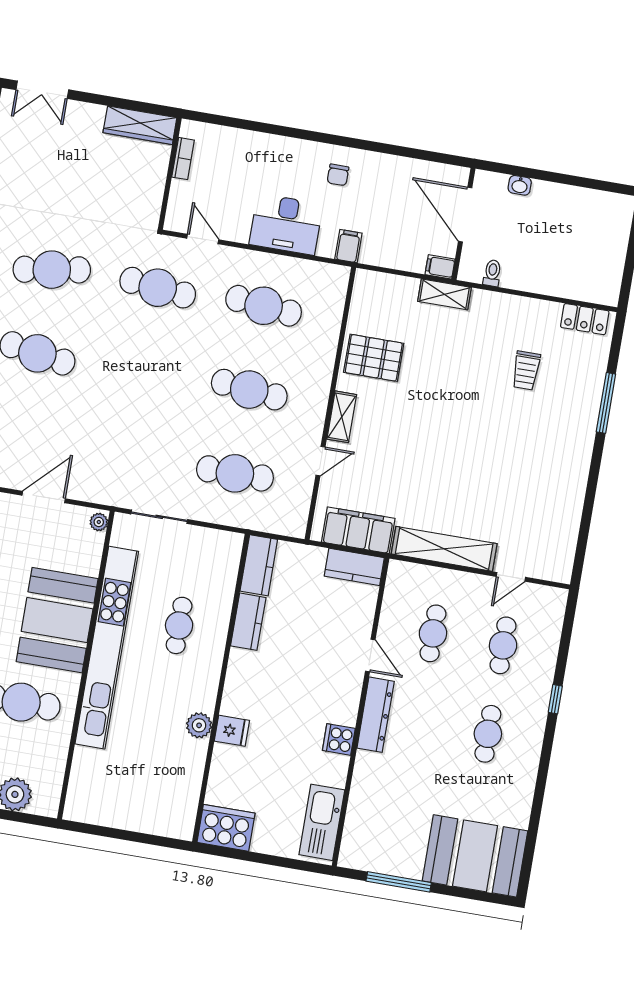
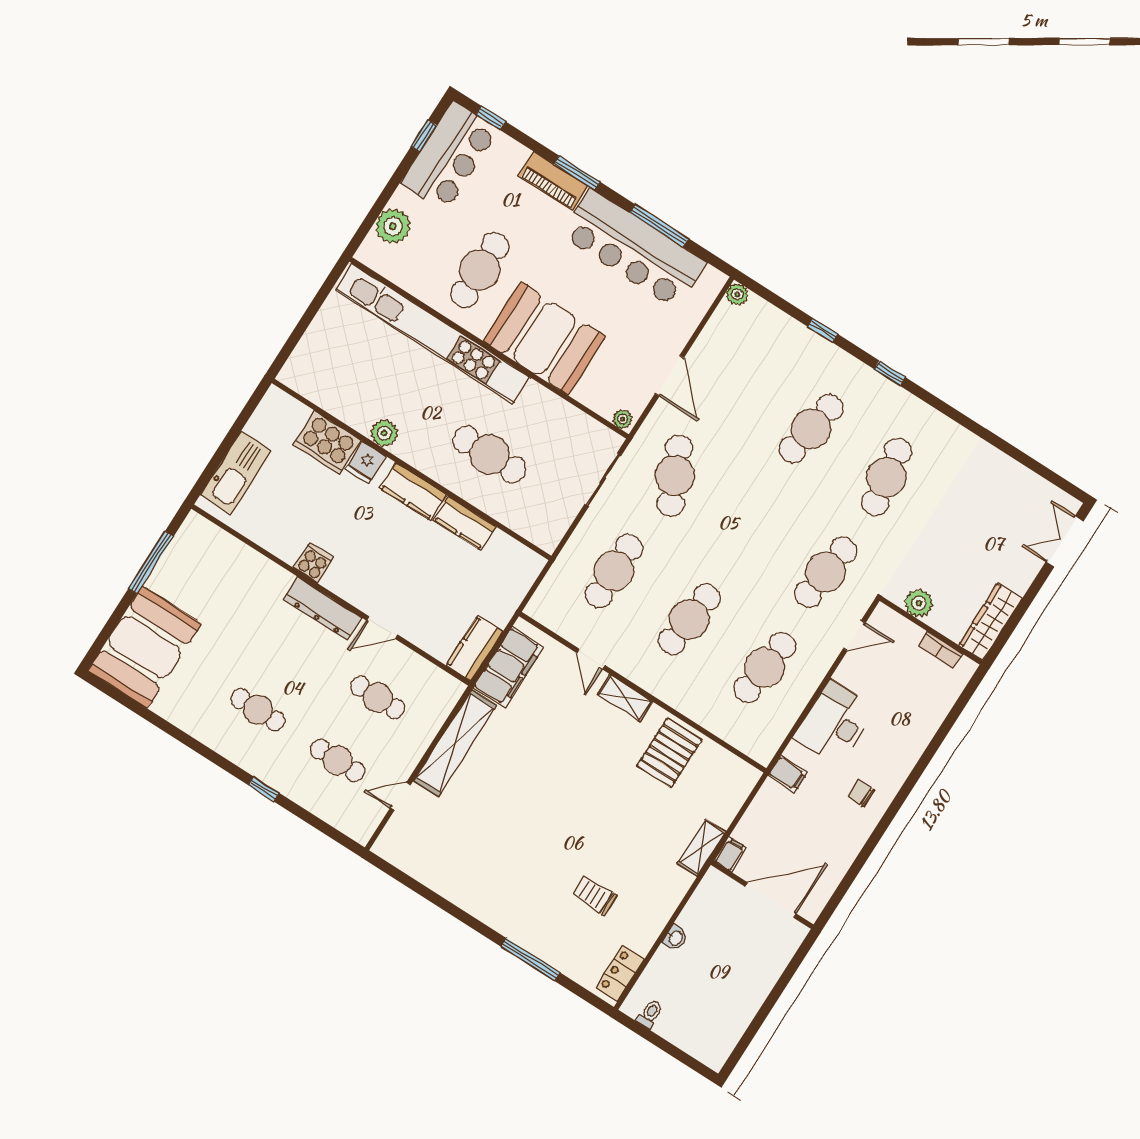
washbasin: (520, 185) -> (675, 938), moved, turned 180
plant: (150, 195) -> (919, 603), added
toilet: (492, 273) -> (650, 1014), moved, turned -90
cafe table: (129, 455) -> (675, 476), added
kitchen counter: (259, 565) -> (413, 491), moved
door: (511, 577) -> (401, 796), hinge flipped
cafe table: (179, 625) -> (489, 455), width x1.37, depth x1.35
kitchen unit: (107, 648) -> (432, 334), moved
kitchen sink: (322, 822) -> (236, 473), moved, turned 90
cooker: (226, 828) -> (327, 443), moved, turned 90

